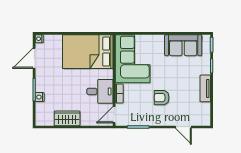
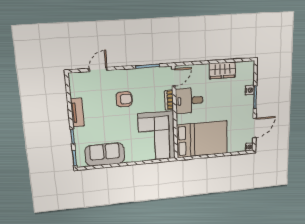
door: (183, 127) -> (98, 69), hinge flipped

